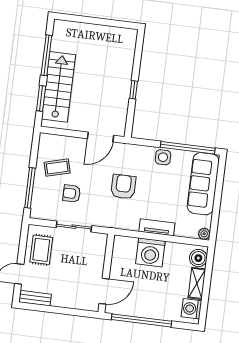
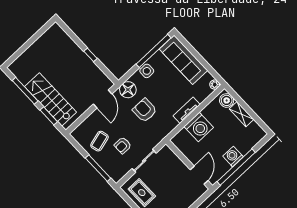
floor lamp: (130, 154) -> (128, 90), added
washing machine: (191, 309) -> (233, 156), moved, turned 90

